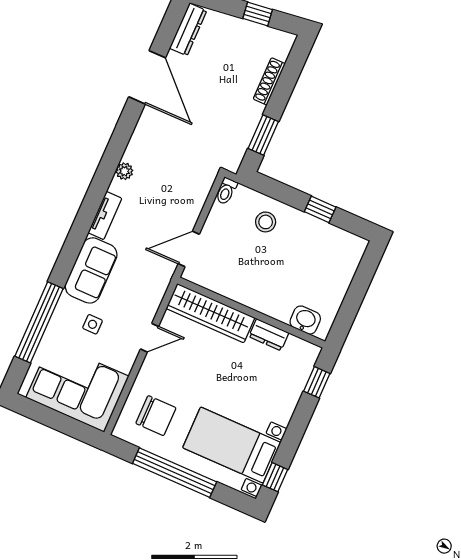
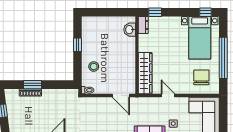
window: (263, 135) -> (33, 85), moved
dresser: (269, 335) -> (143, 25), moved

